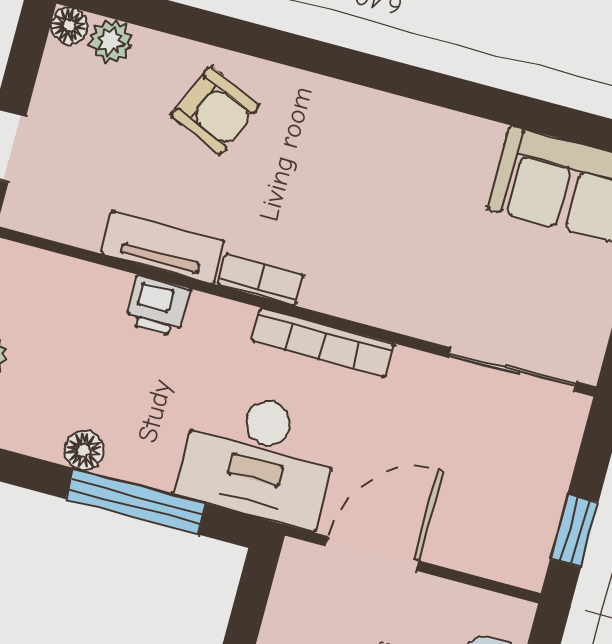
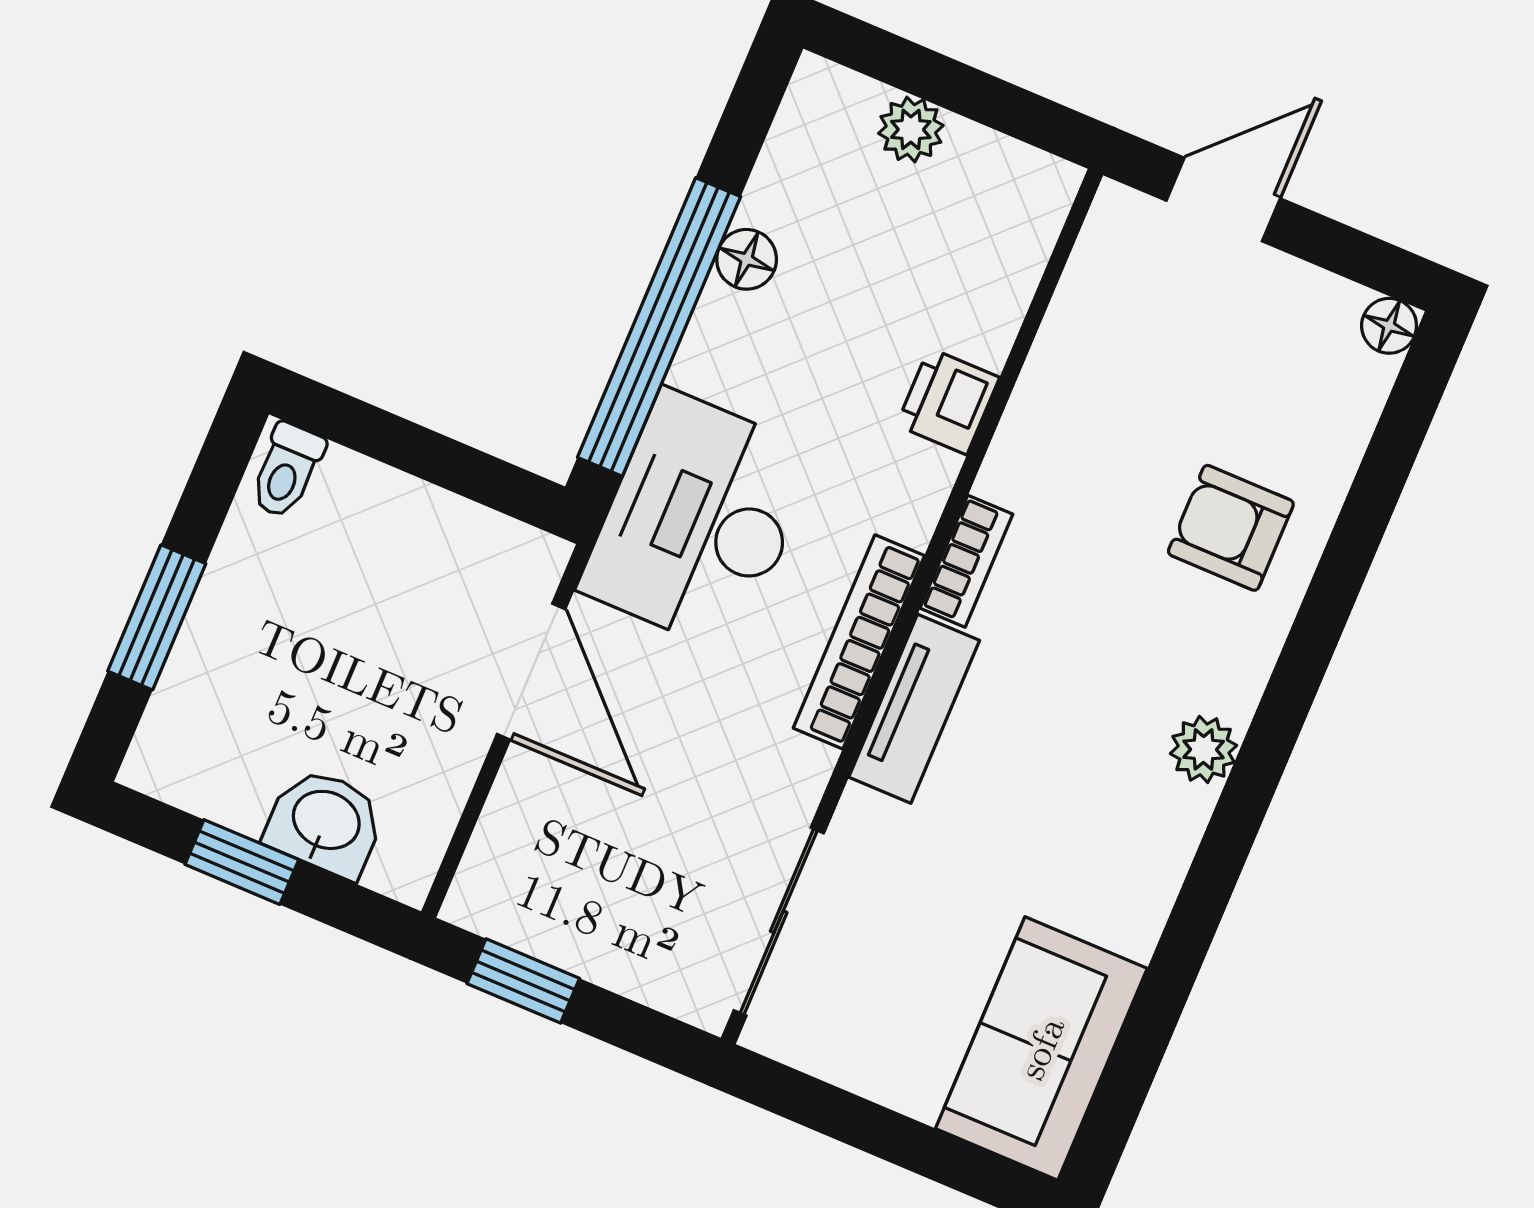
plant: (111, 41) -> (1204, 749), moved
armchair: (215, 110) -> (1231, 528), turned 66
tv unit: (163, 247) -> (914, 709), moved
window: (136, 501) -> (659, 327), width x1.46

